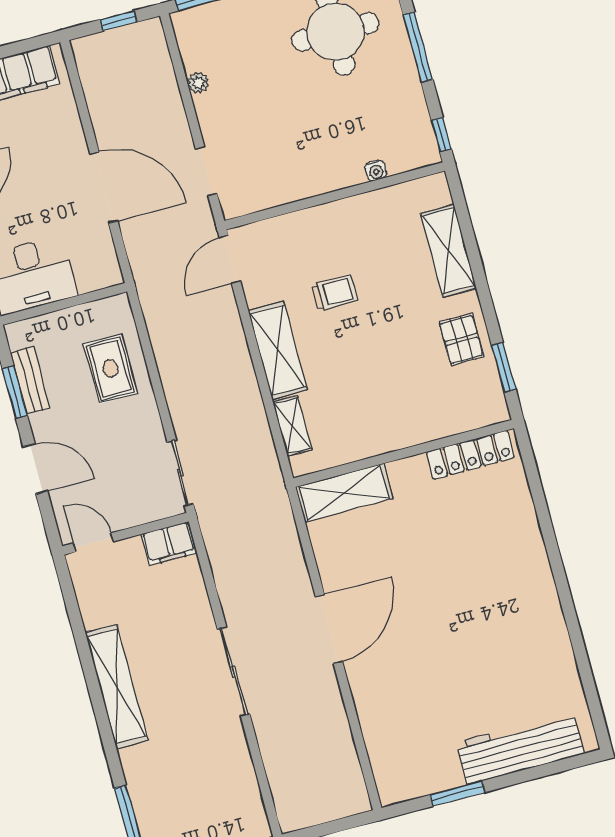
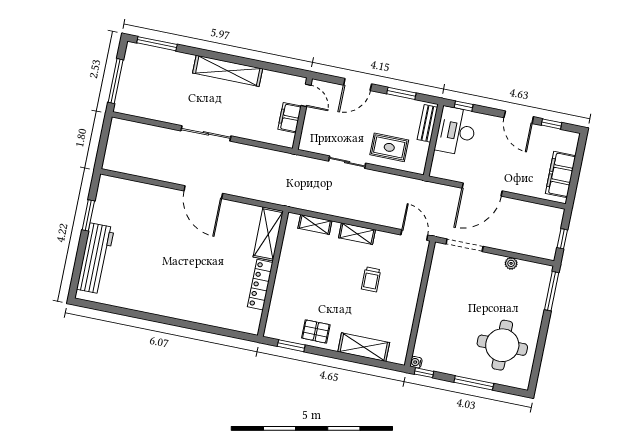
water cooler: (376, 170) -> (416, 362), moved
doorway: (206, 171) -> (465, 245), width x1.38
shelving: (278, 350) -> (357, 234), width x0.67, depth x0.75
bench: (30, 380) -> (427, 123), moved, turned 90
locker: (470, 455) -> (260, 285), moved
sliding door: (180, 473) -> (347, 162), moved
door: (93, 542) -> (306, 95), hinge flipped
filing cabinet: (169, 544) -> (290, 118), moved

